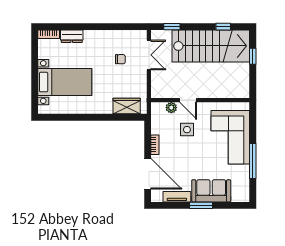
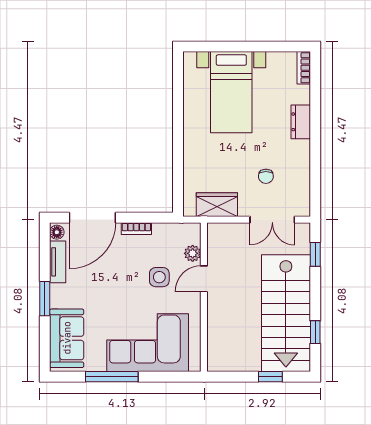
dresser: (72, 36) -> (301, 122), moved
wardrobe: (127, 106) -> (217, 205), moved, turned -90
sofa: (211, 191) -> (67, 338), moved
floor lamp: (157, 197) -> (57, 232), added

